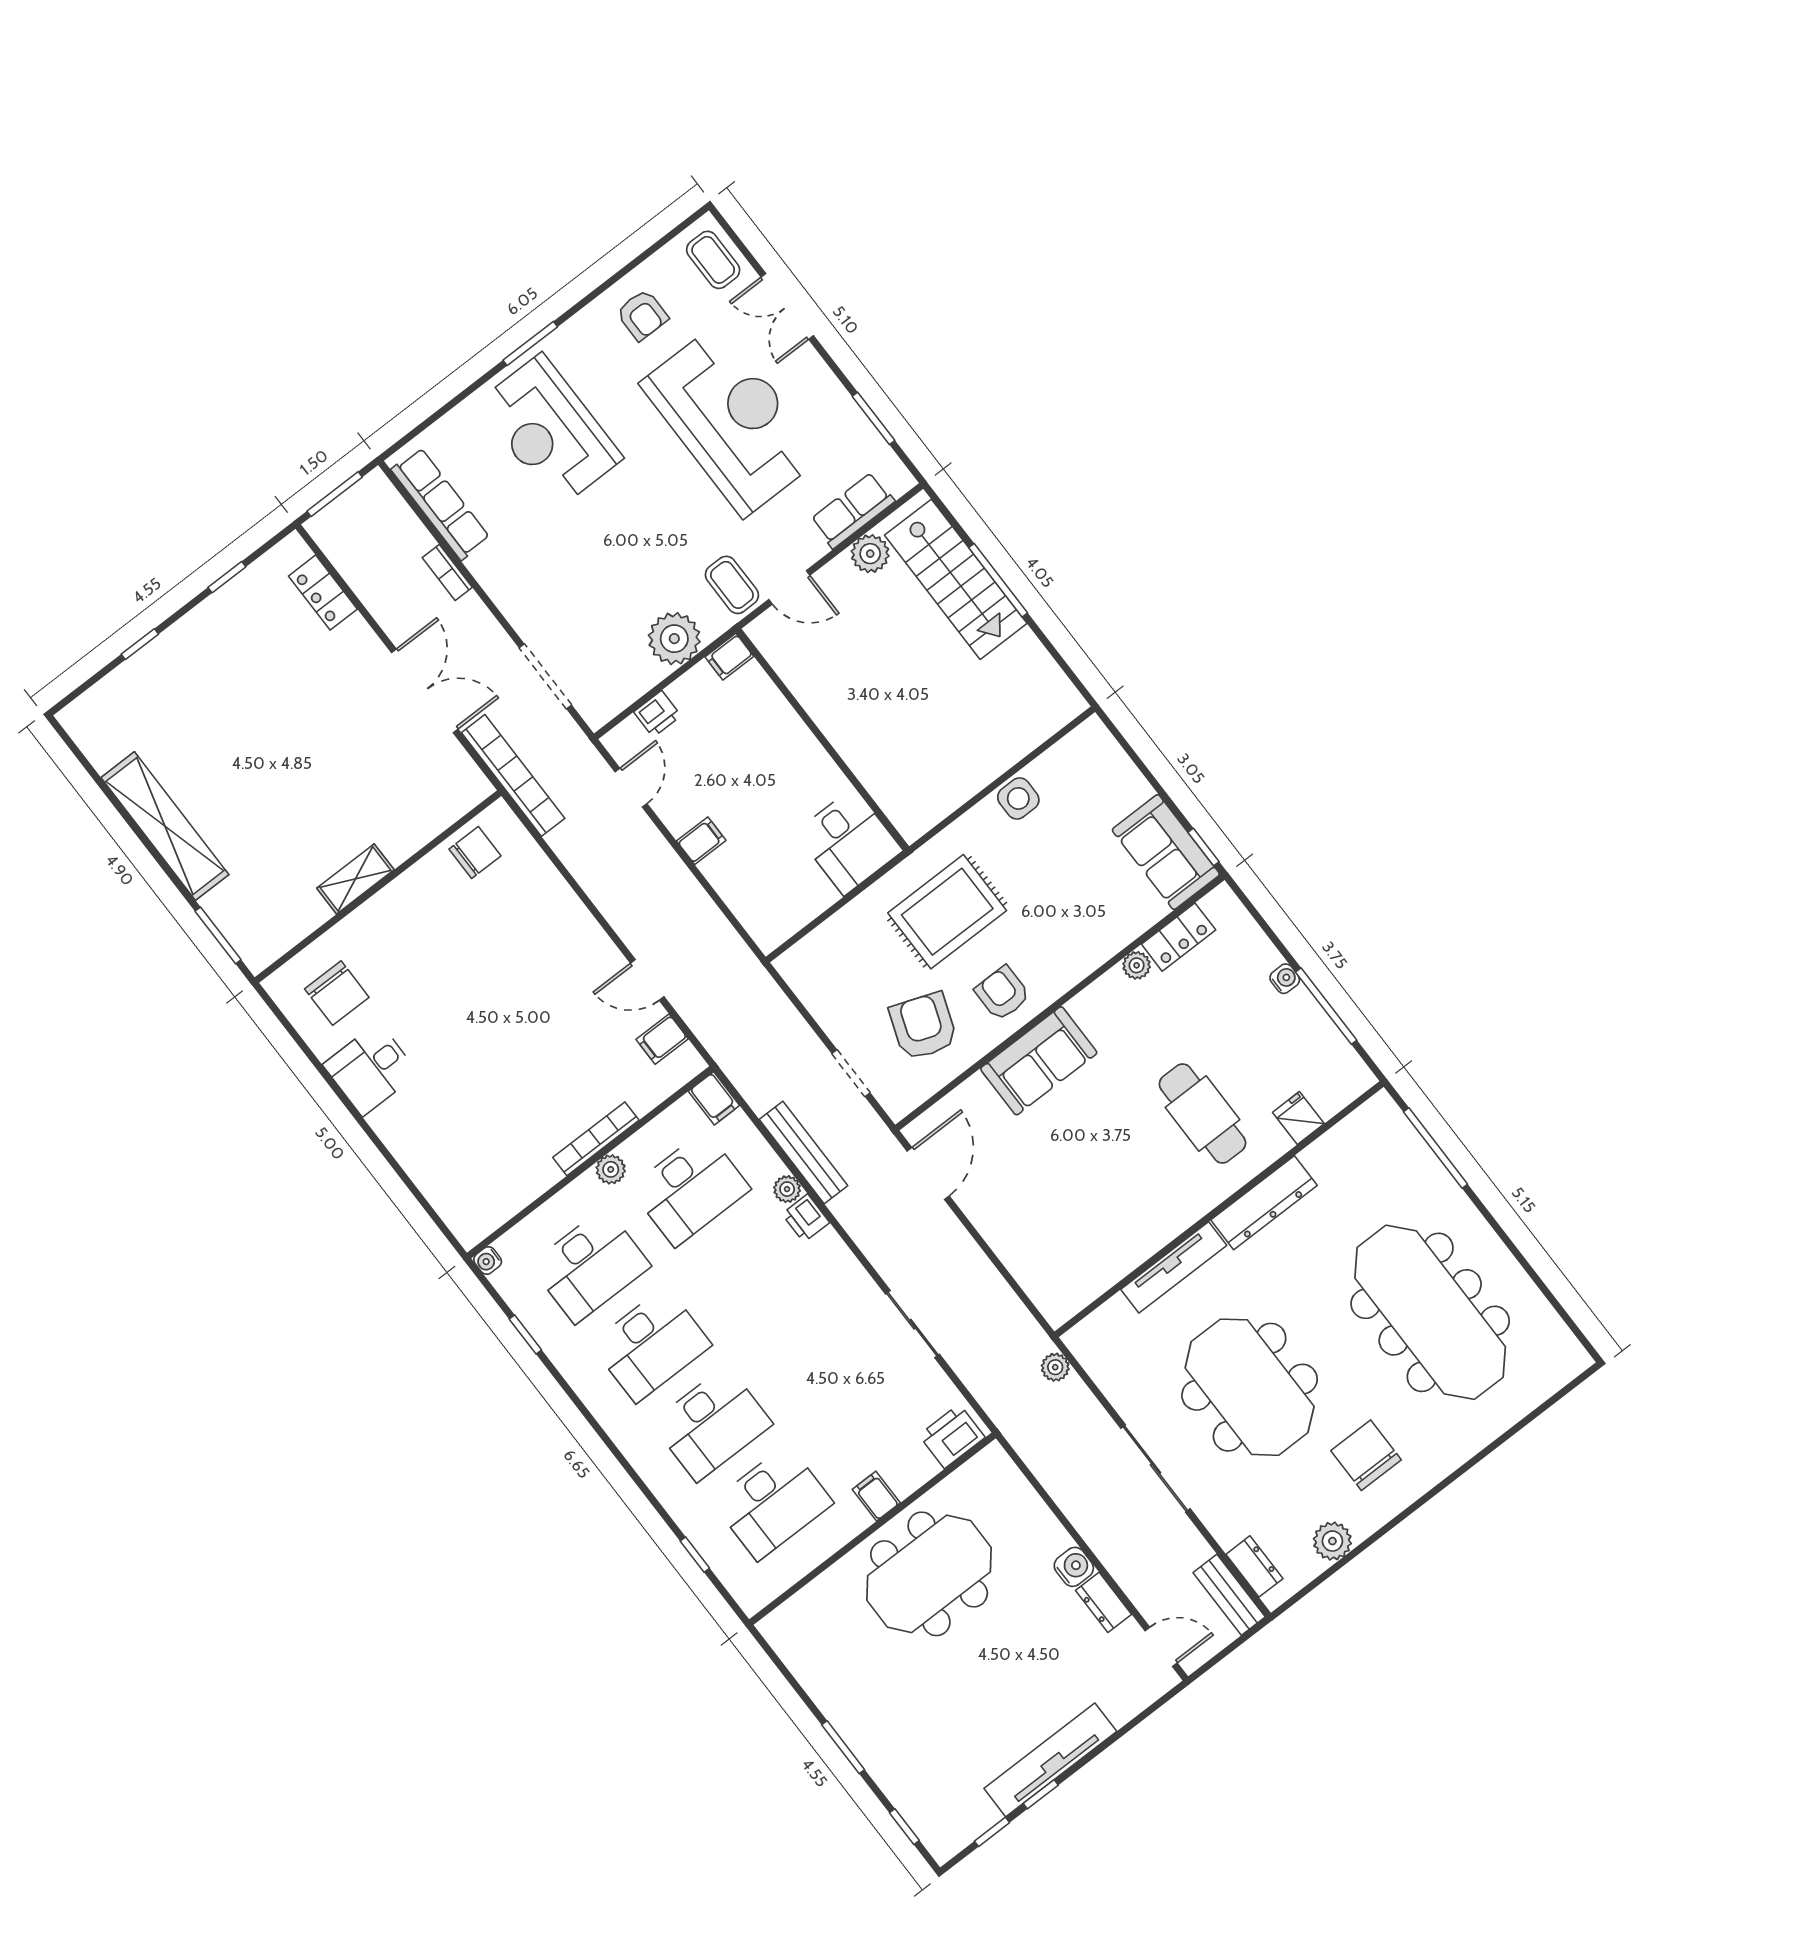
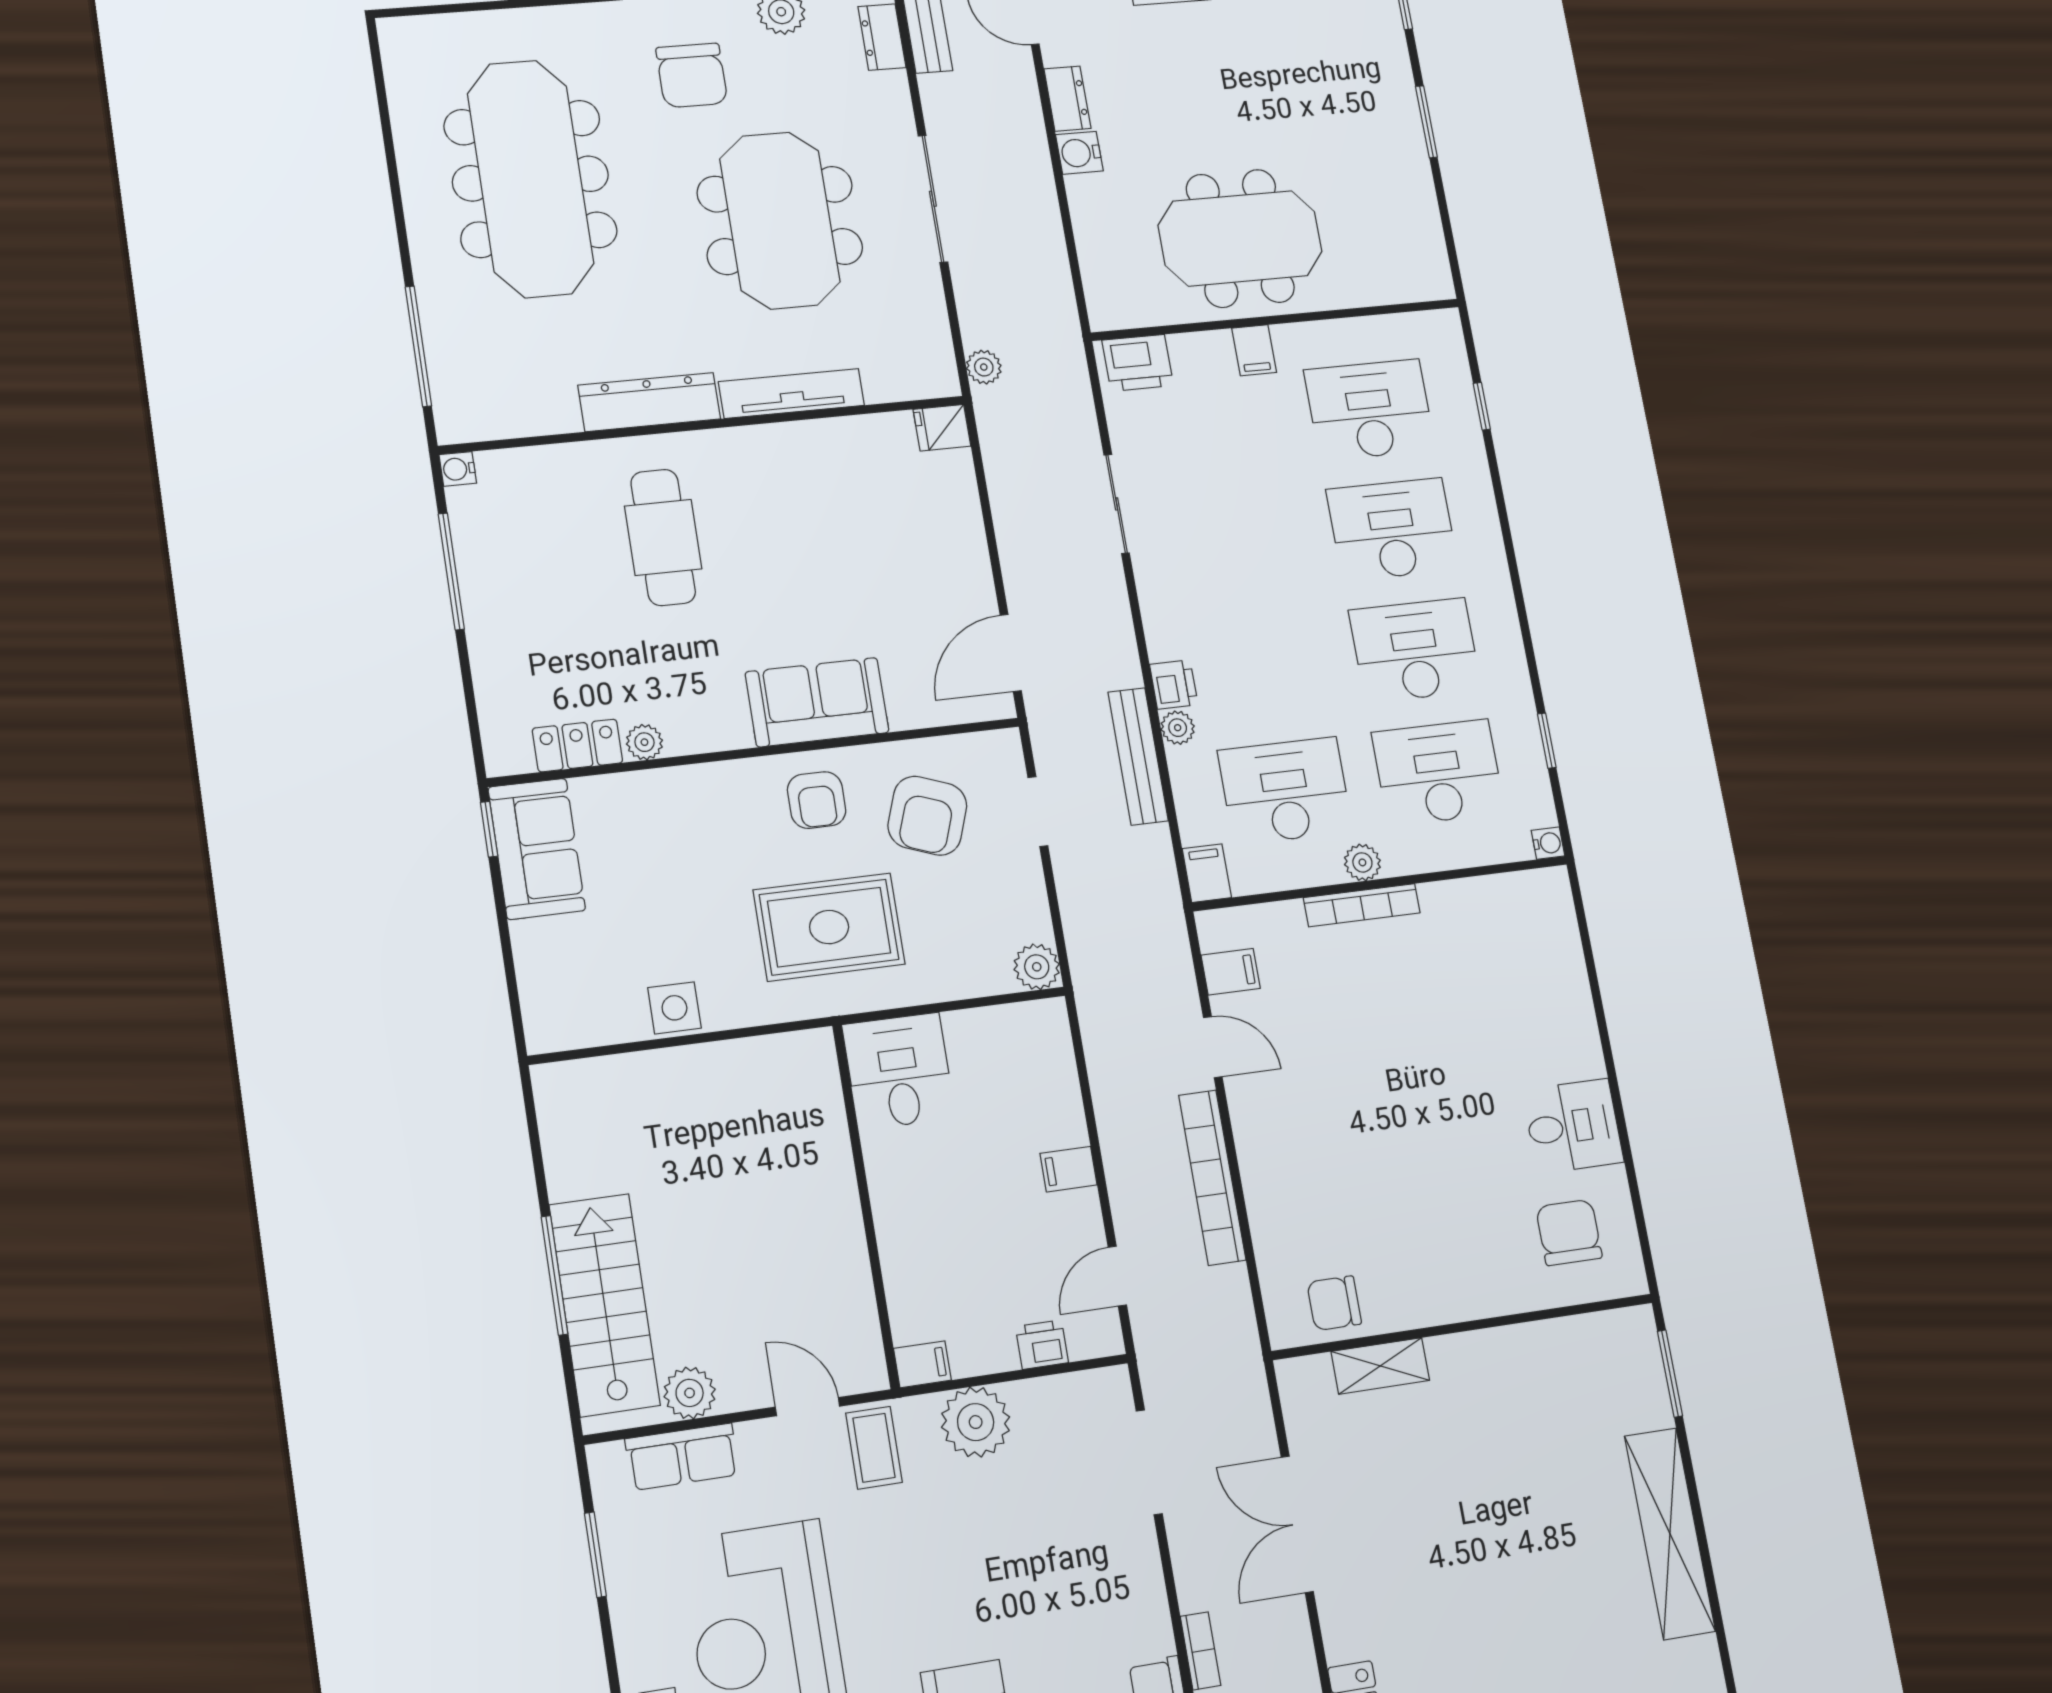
bookcase: (513, 775) -> (1212, 1178), moved
shelving: (355, 879) -> (1380, 1366), moved
plant: (795, 966) -> (1037, 967), added
water cooler: (1285, 979) -> (458, 469), moved
fridge: (1298, 1118) -> (942, 428), moved, turned 90

